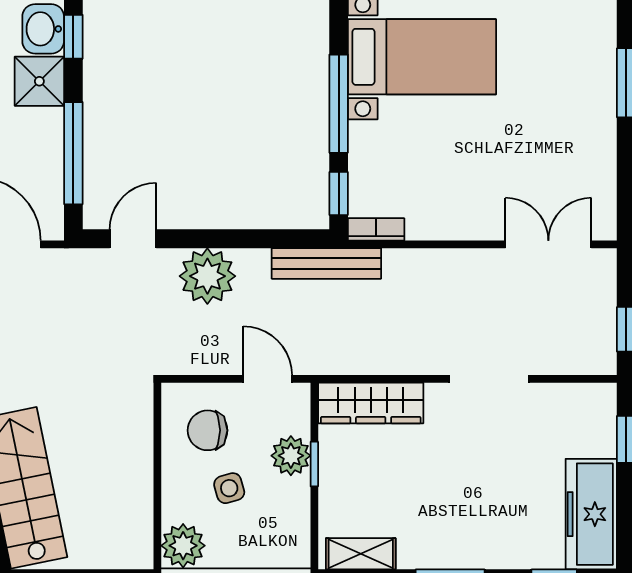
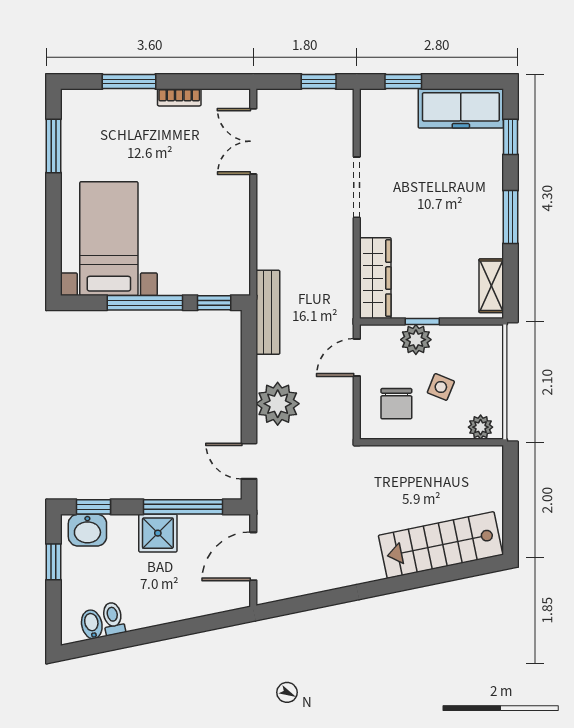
shower: (39, 81) -> (158, 533), moved
bookcase: (376, 229) -> (179, 97), moved, turned -90
side table: (229, 488) -> (441, 387), turned 38
plant: (183, 546) -> (481, 427), width x0.73, depth x0.73

